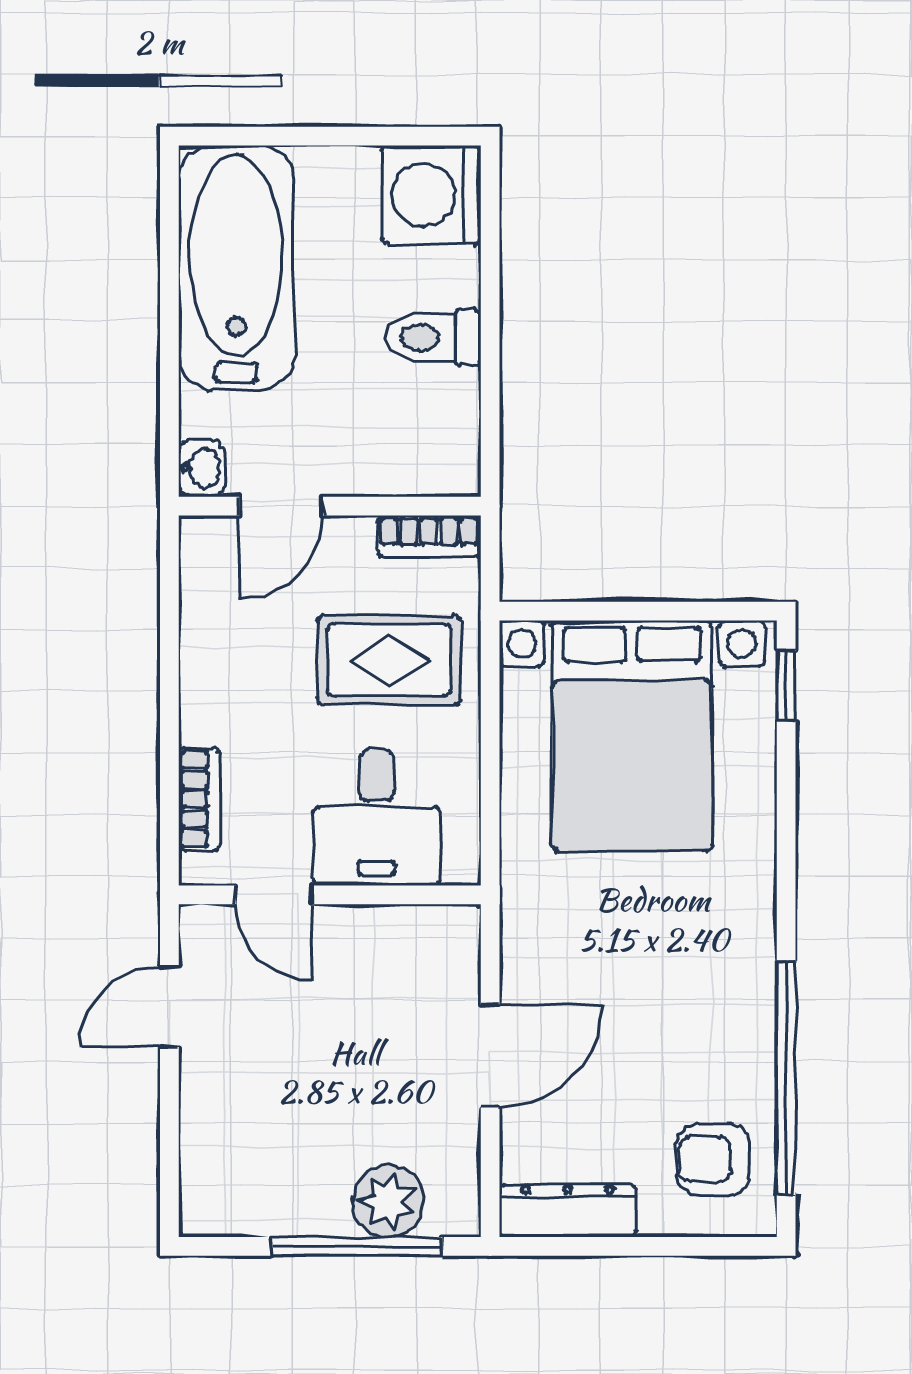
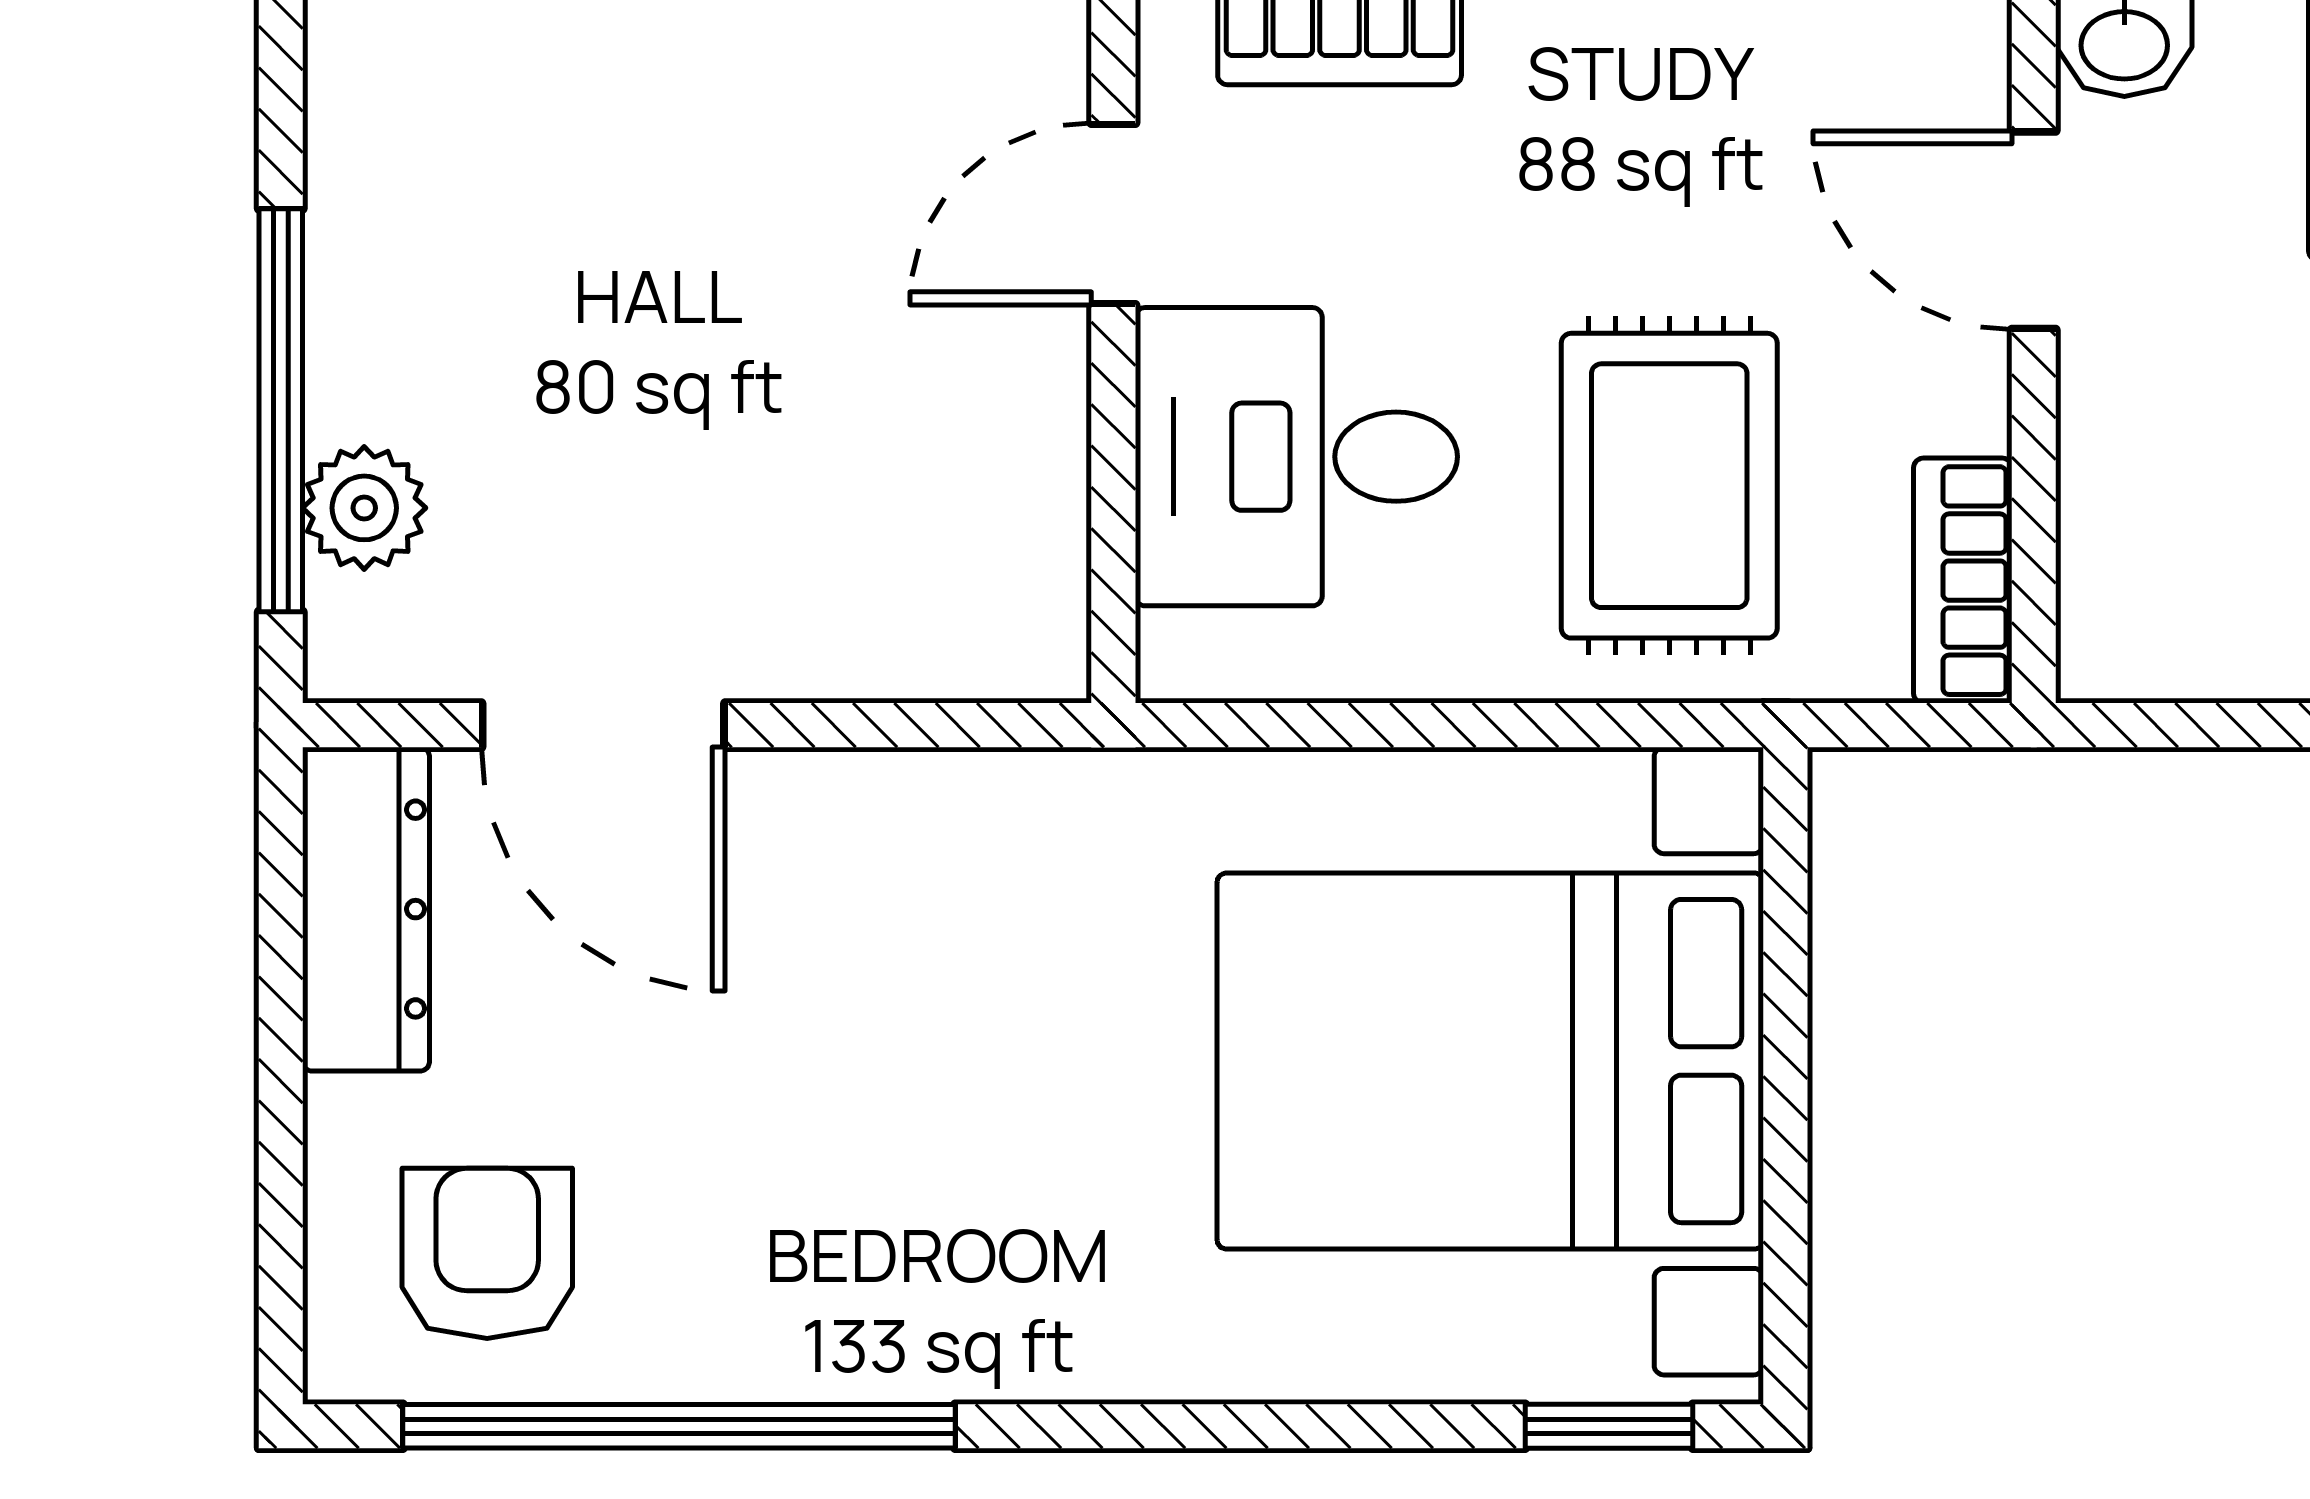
door: (490, 1056) -> (603, 725), moved
plant: (389, 1201) -> (364, 508), width x0.73, depth x0.73

